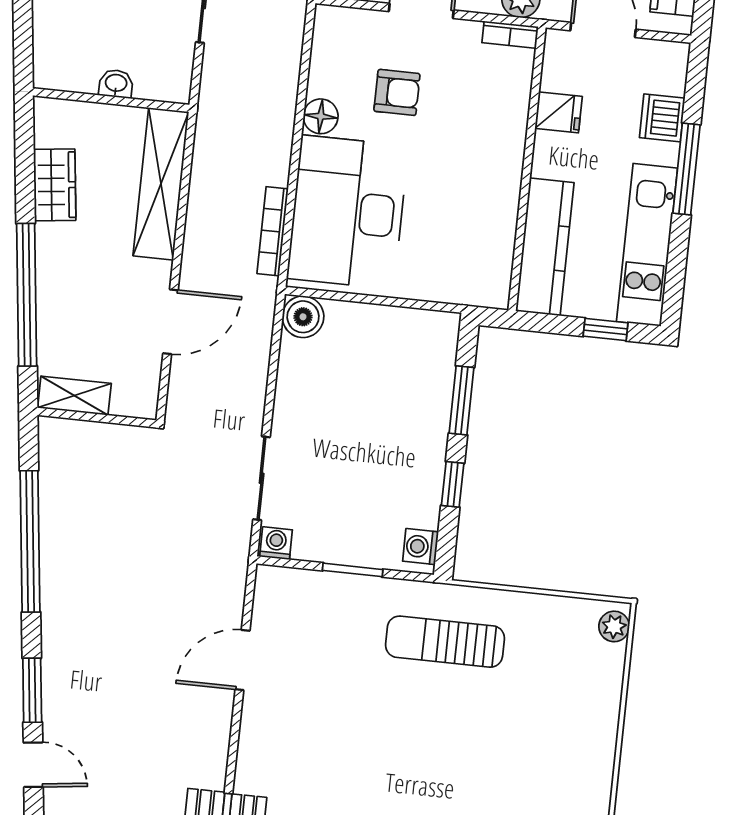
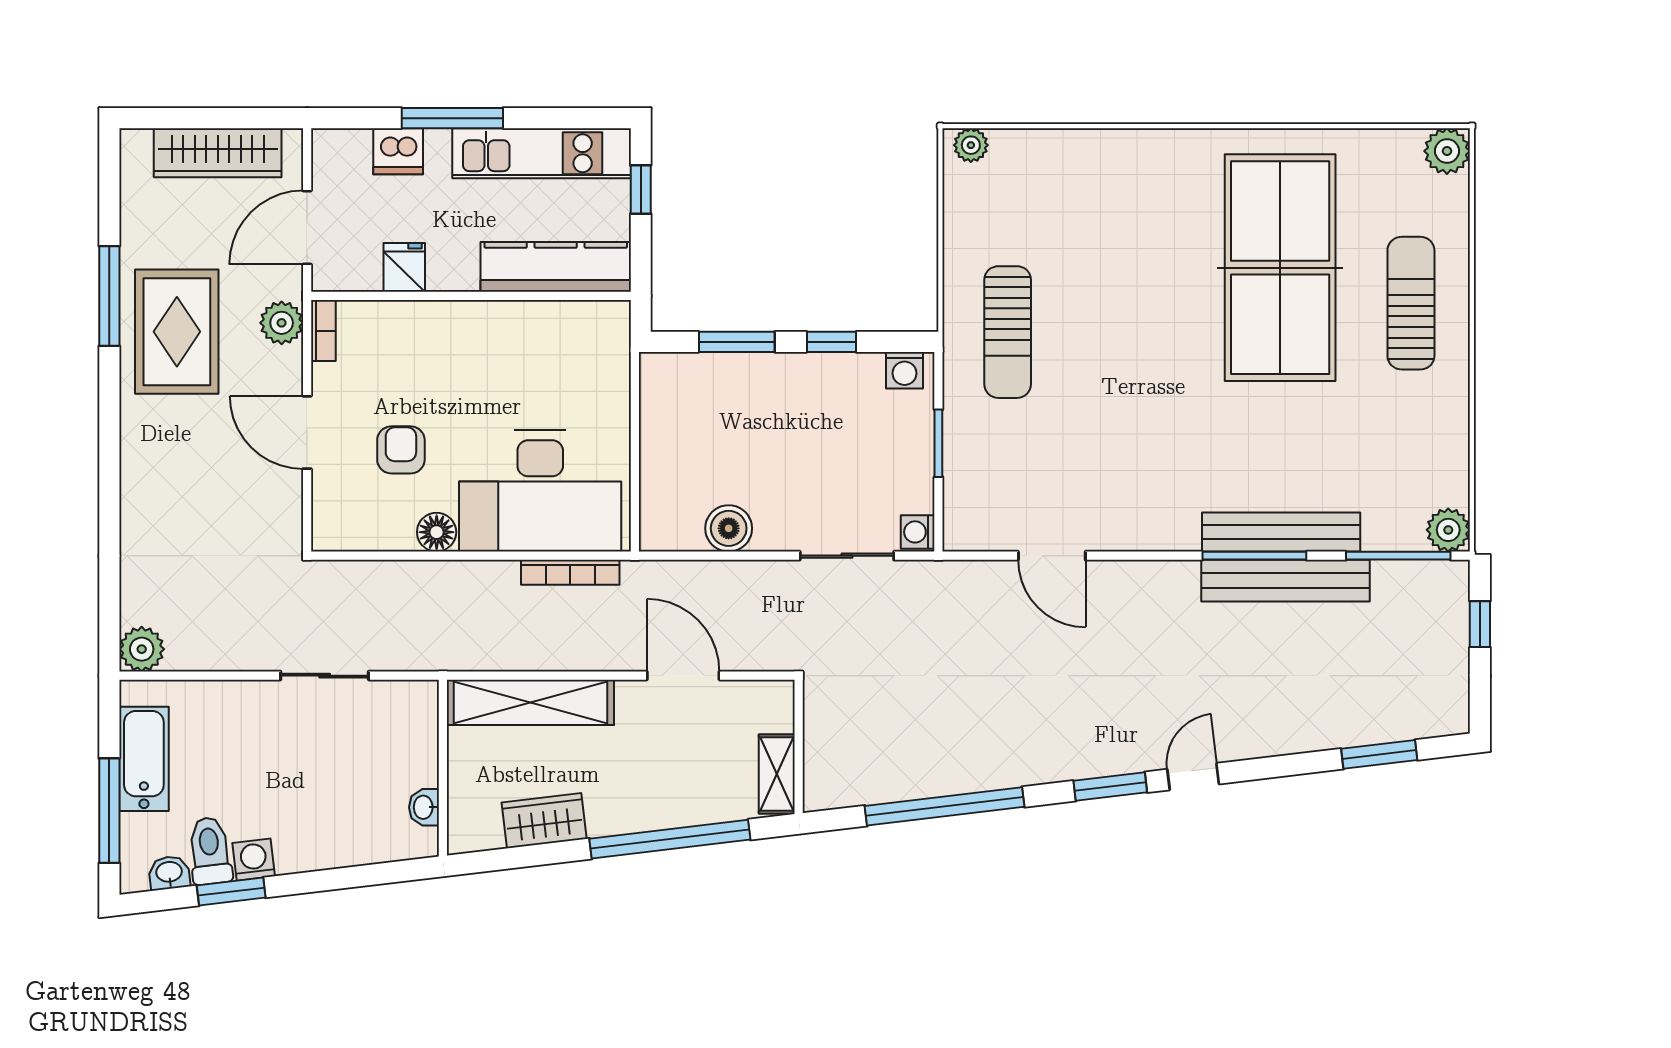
washbasin: (116, 84) -> (424, 807), moved
boiler: (303, 317) -> (729, 528), moved

